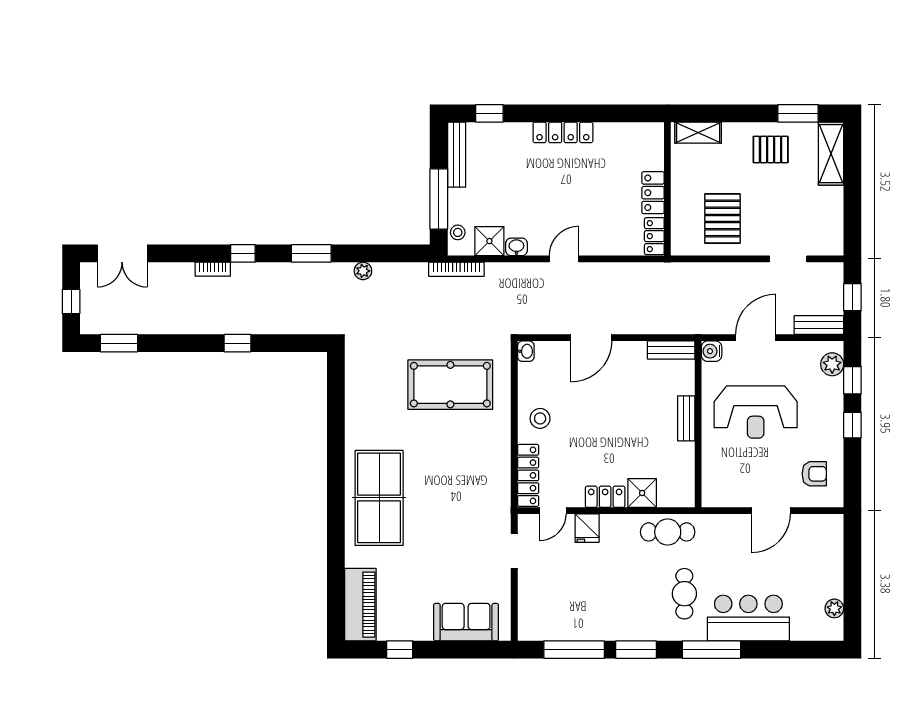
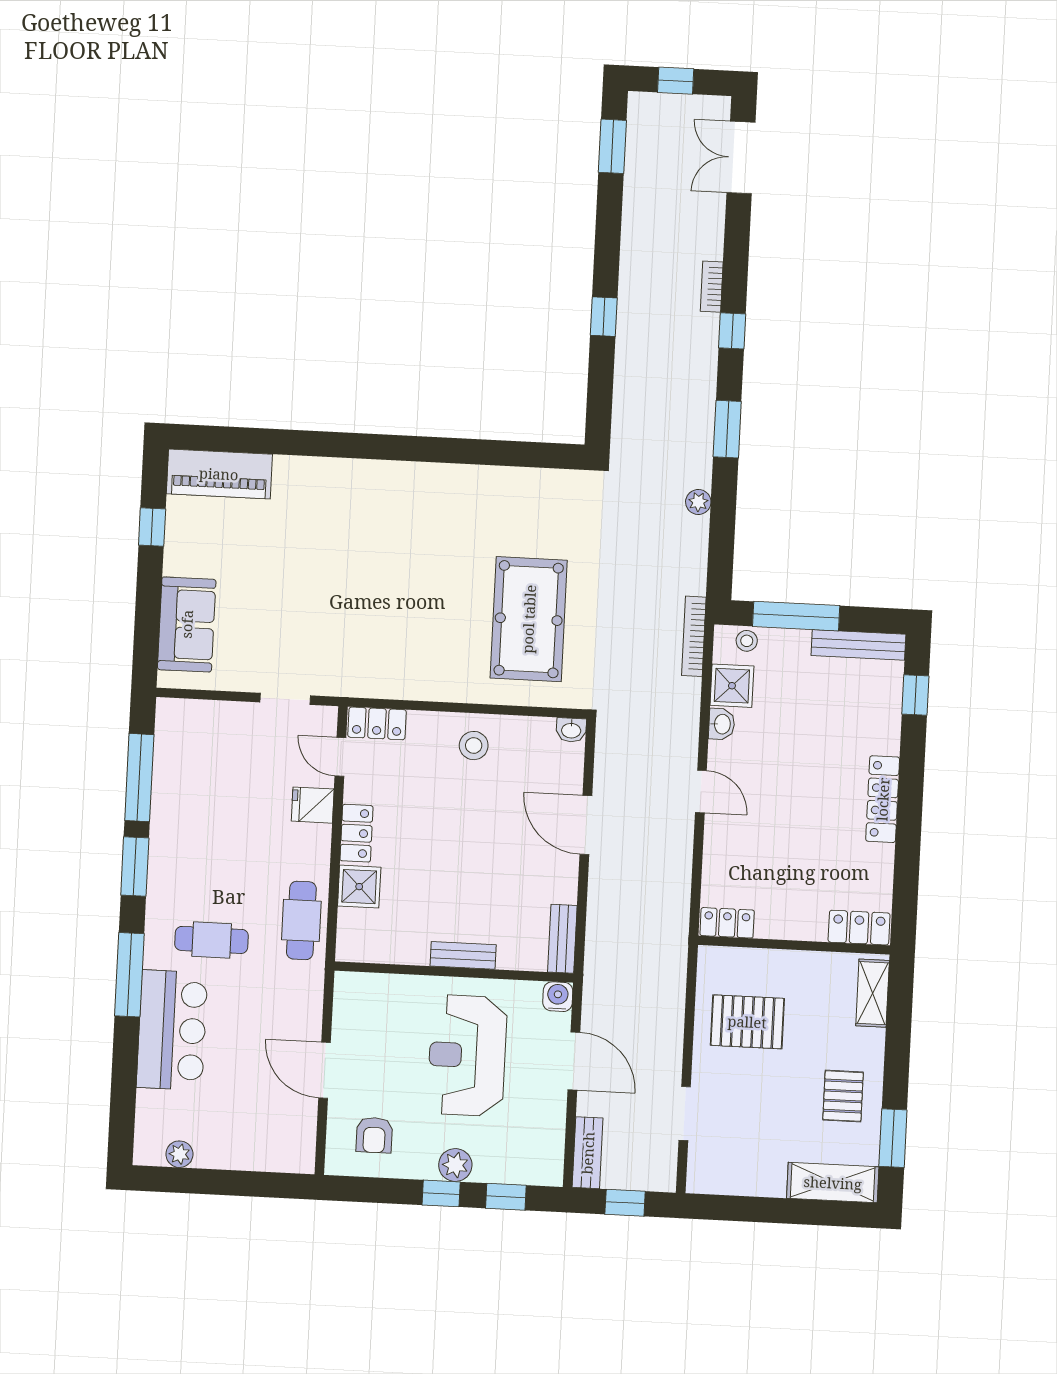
locker: (653, 193) -> (859, 928), moved
plant: (832, 364) -> (455, 1165), moved
locker: (528, 475) -> (377, 723), width x0.66
table tennis table: (379, 498) -> (371, 509), removed

